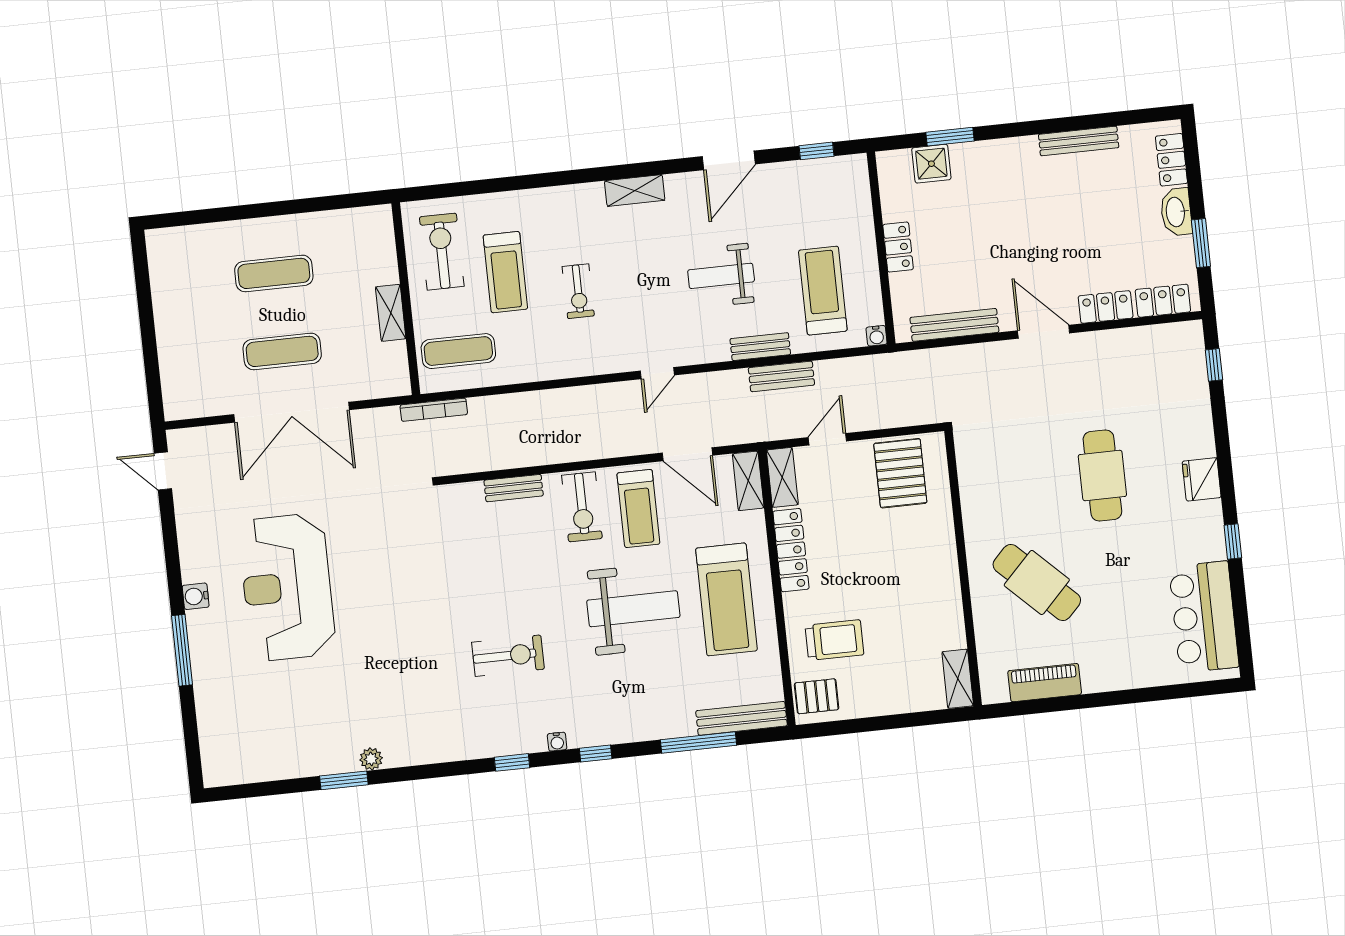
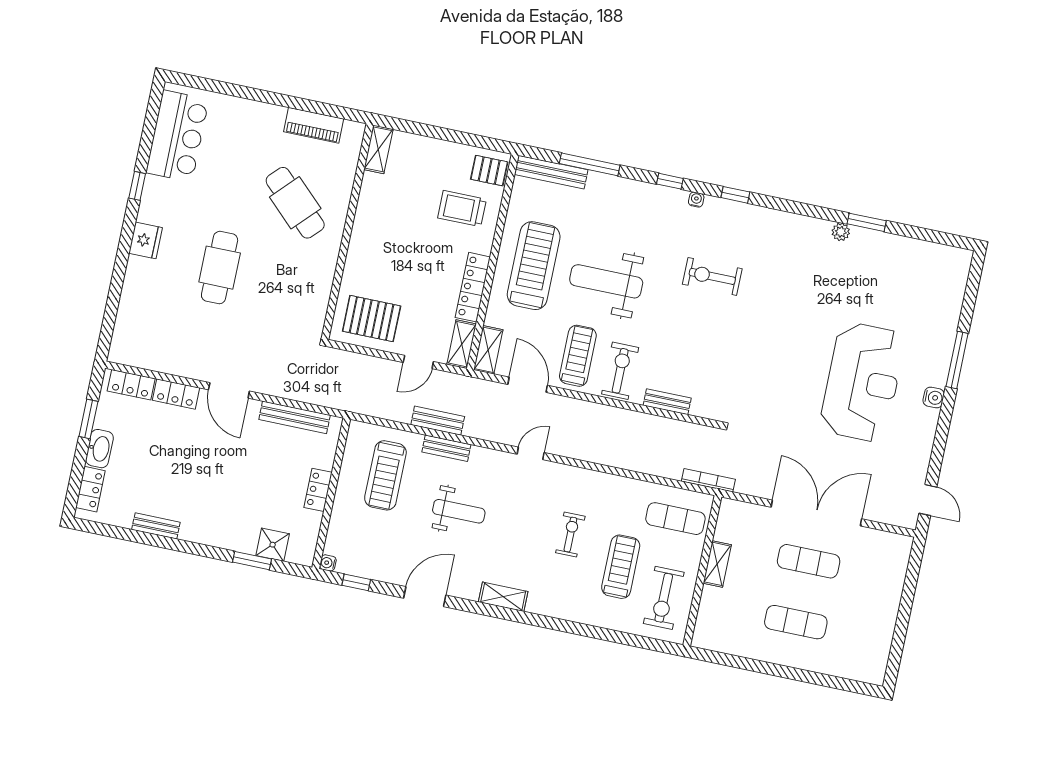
bench: (1079, 141) -> (156, 526), width x0.73
water cooler: (877, 336) -> (328, 563), moved, turned -90
window: (1214, 365) -> (108, 324), removed
pallet: (900, 473) -> (372, 319), turned 90

